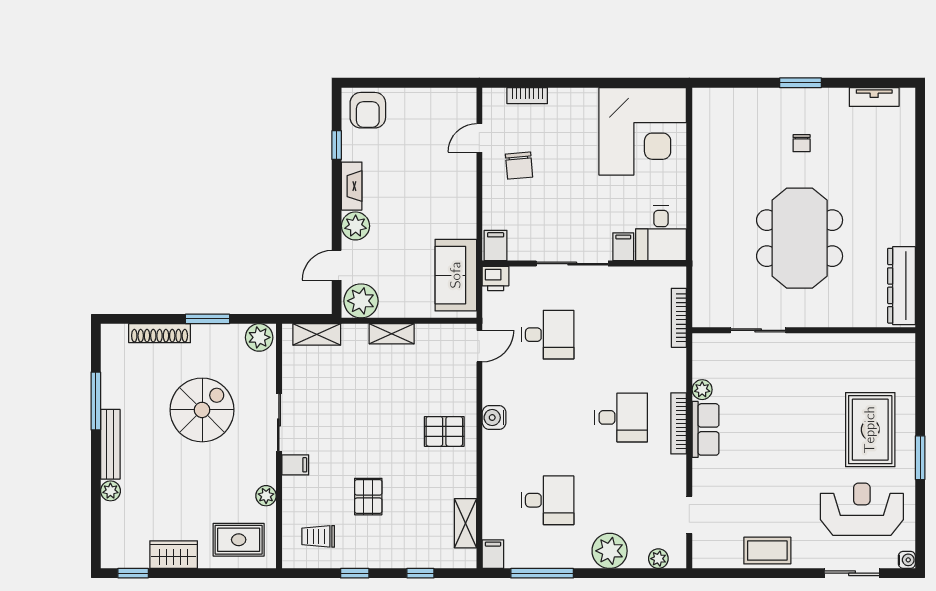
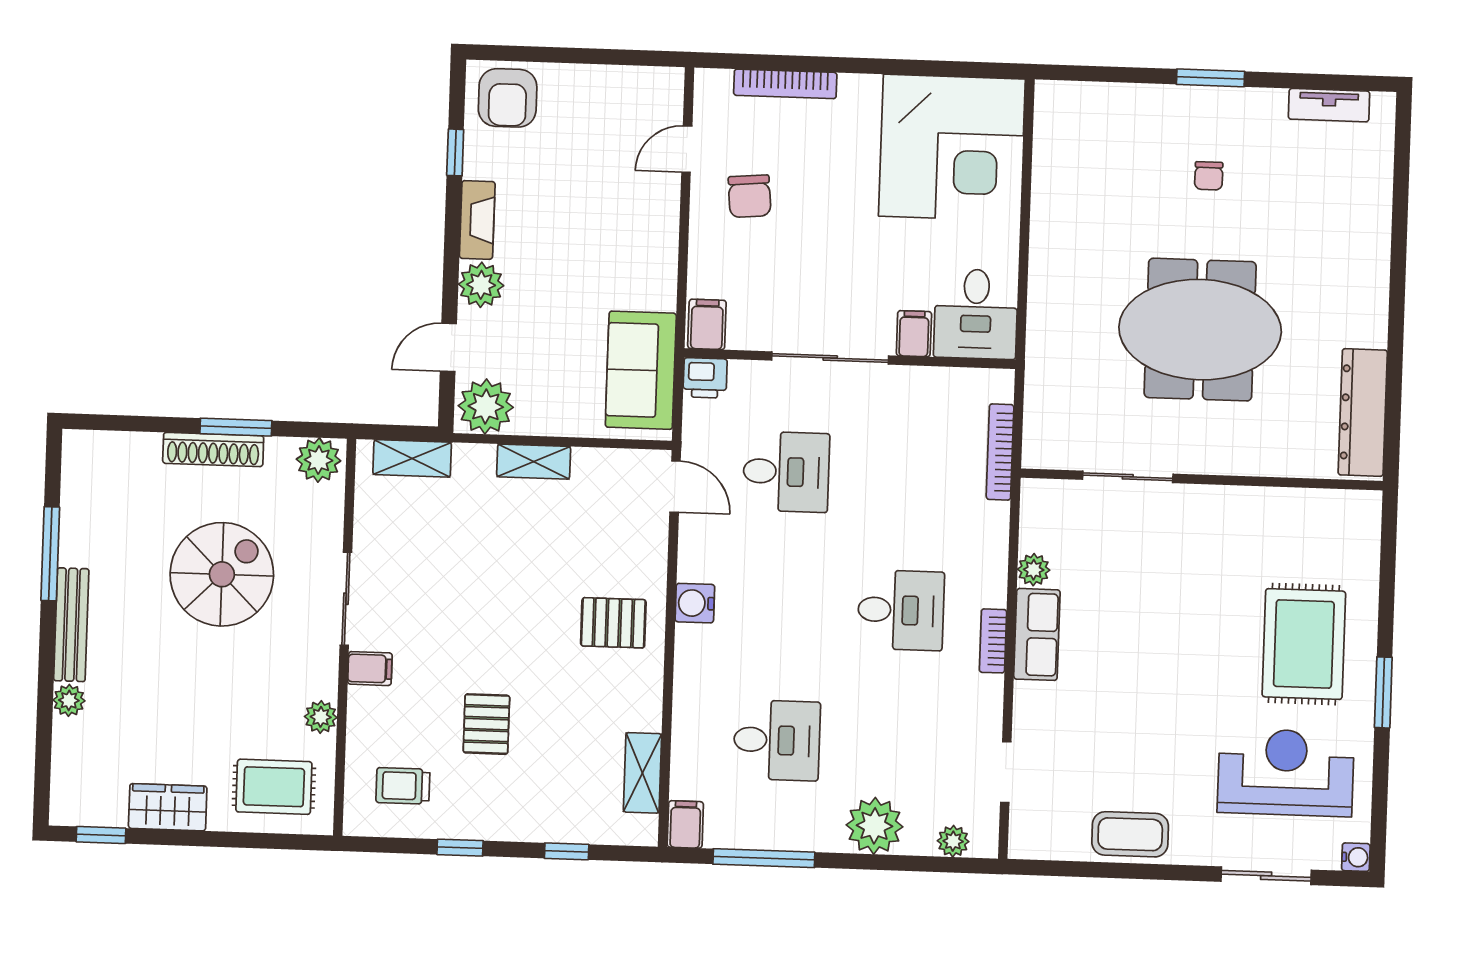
bookcase: (527, 96) -> (785, 84), width x1.56
meeting table: (800, 238) -> (1200, 330), turned 90
shoe rack: (160, 333) -> (213, 449), moved
door: (479, 346) -> (675, 487), hinge flipped
bookcase: (679, 423) -> (993, 641), width x0.64

